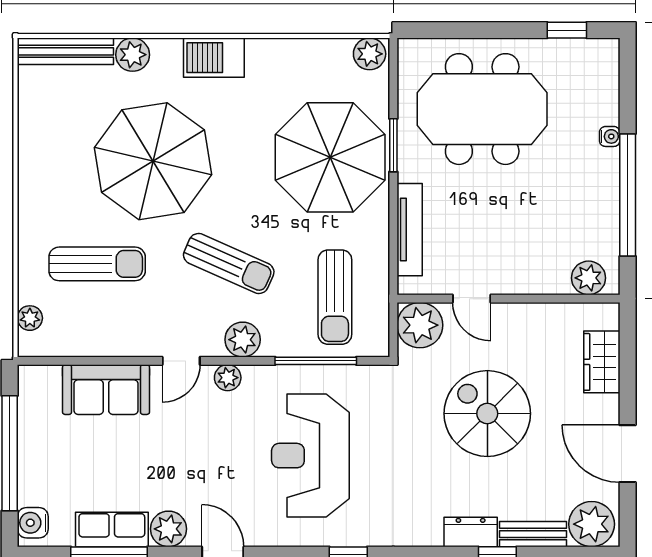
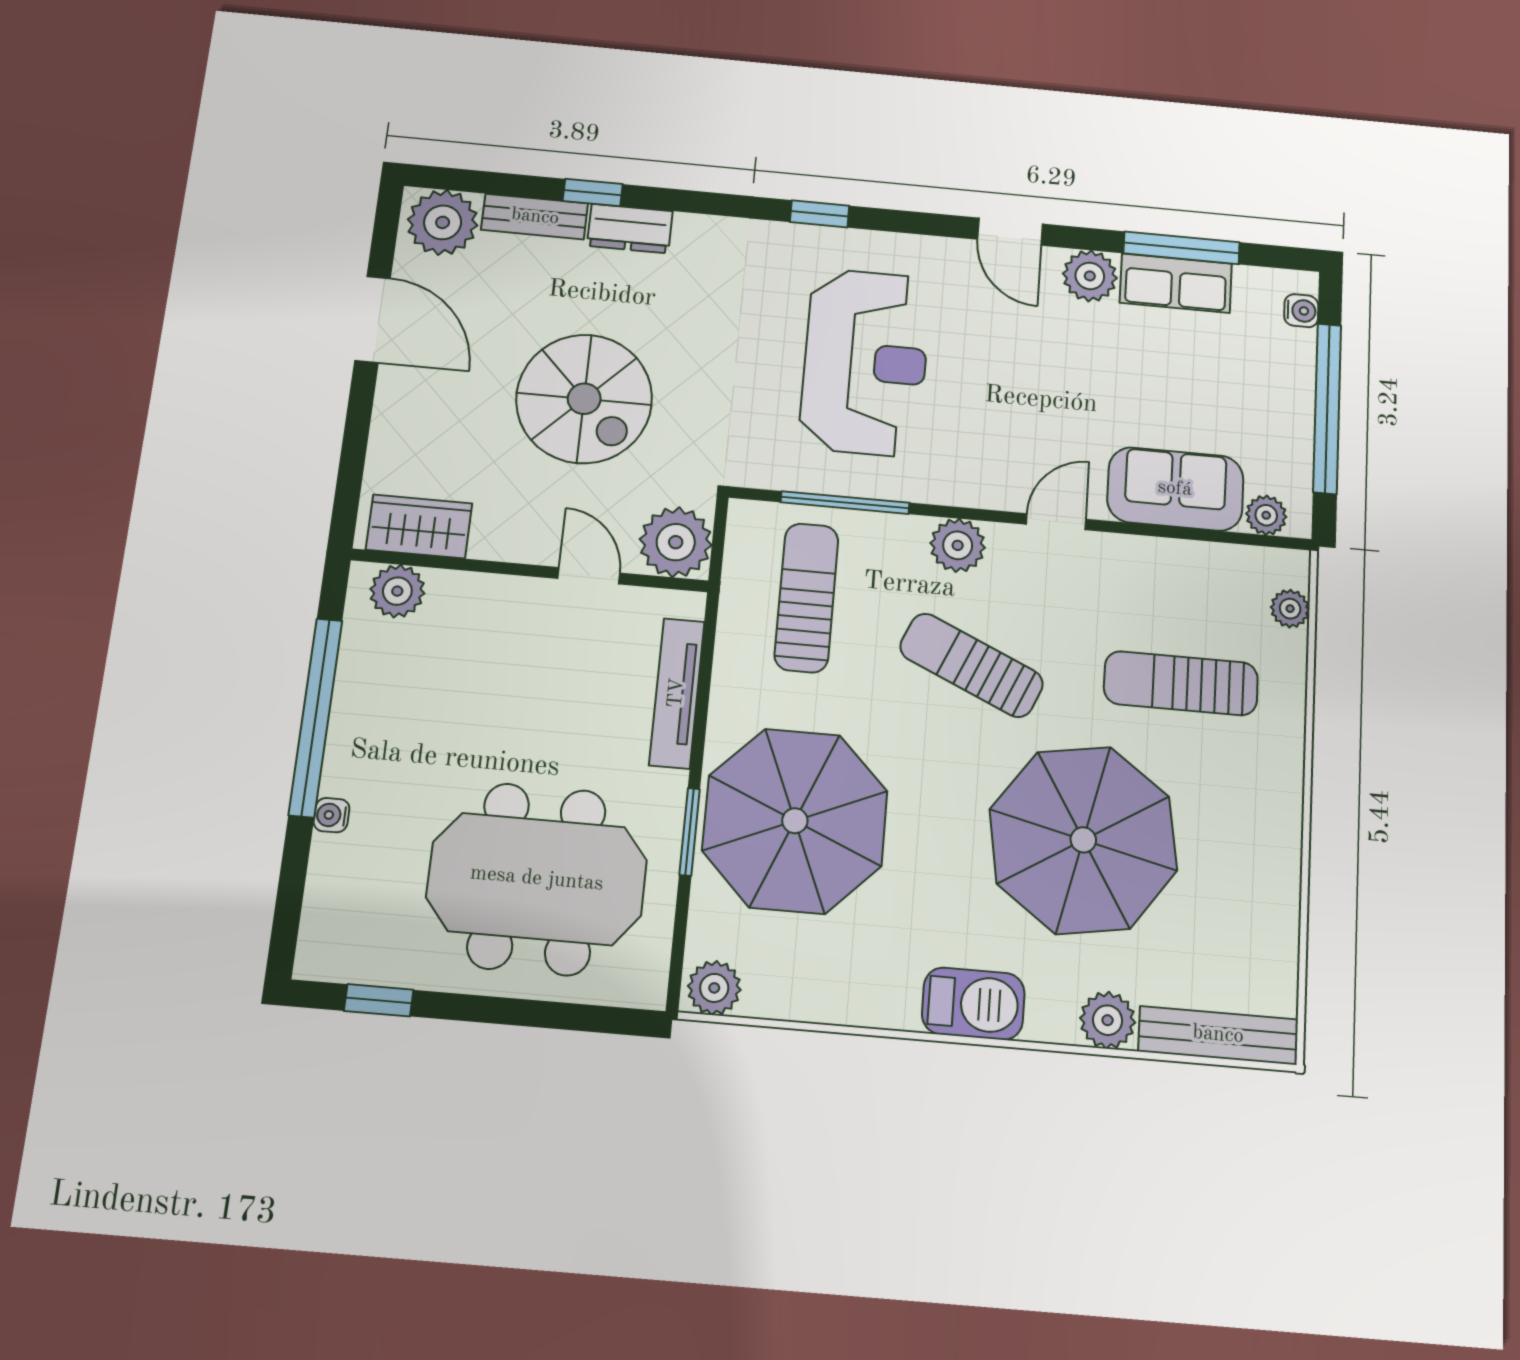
wardrobe: (602, 362) -> (419, 527), moved, turned -90
plant: (228, 378) -> (1266, 515), moved
water cooler: (33, 523) -> (1301, 311), width x0.72, depth x0.72

